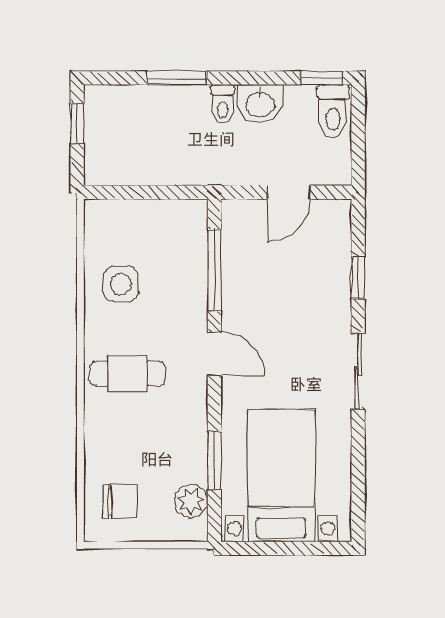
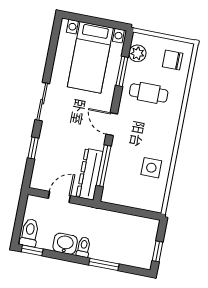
dresser: (238, 248) -> (90, 174), added
cafe table: (127, 374) -> (149, 93), moved

